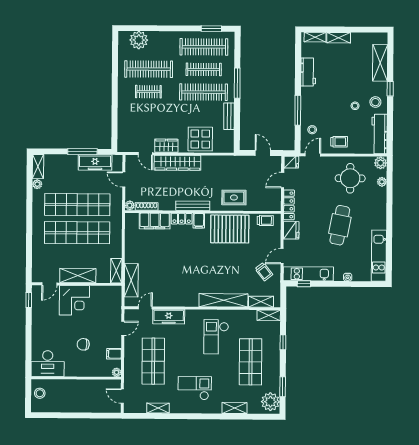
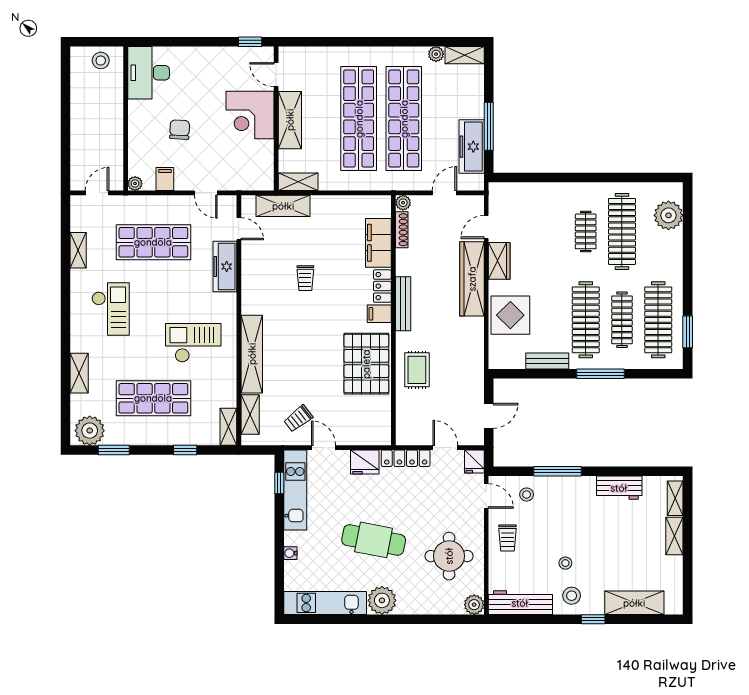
plant: (382, 182) -> (382, 600), moved, width x1.88, depth x1.88
trolley: (265, 220) -> (305, 278), moved

